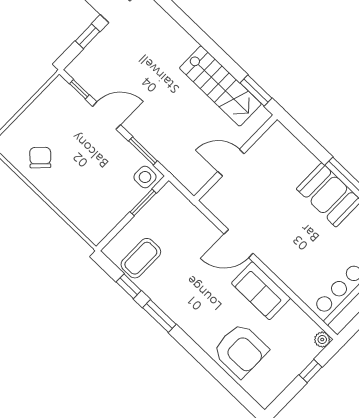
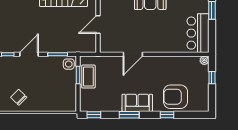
coffee table: (141, 258) -> (88, 77), moved
window: (129, 286) -> (94, 115), moved
sofa: (261, 291) -> (137, 103), moved, turned 180
armchair: (240, 350) -> (175, 97), turned 180
window: (208, 363) -> (167, 115), added

